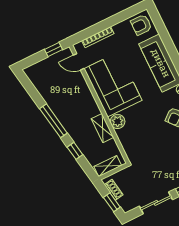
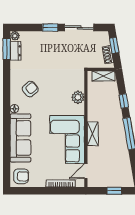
window: (53, 50) -> (114, 191), moved
door: (79, 62) -> (86, 171), swing flipped
plant: (118, 121) -> (78, 97), moved
shelving: (102, 128) -> (93, 134), moved

